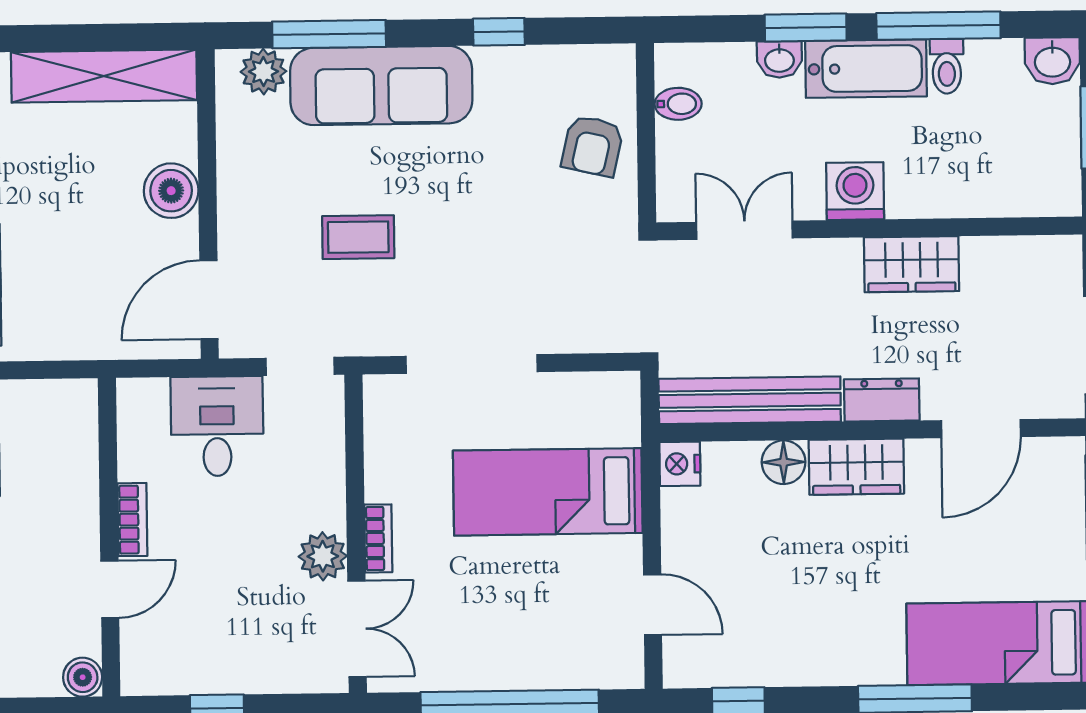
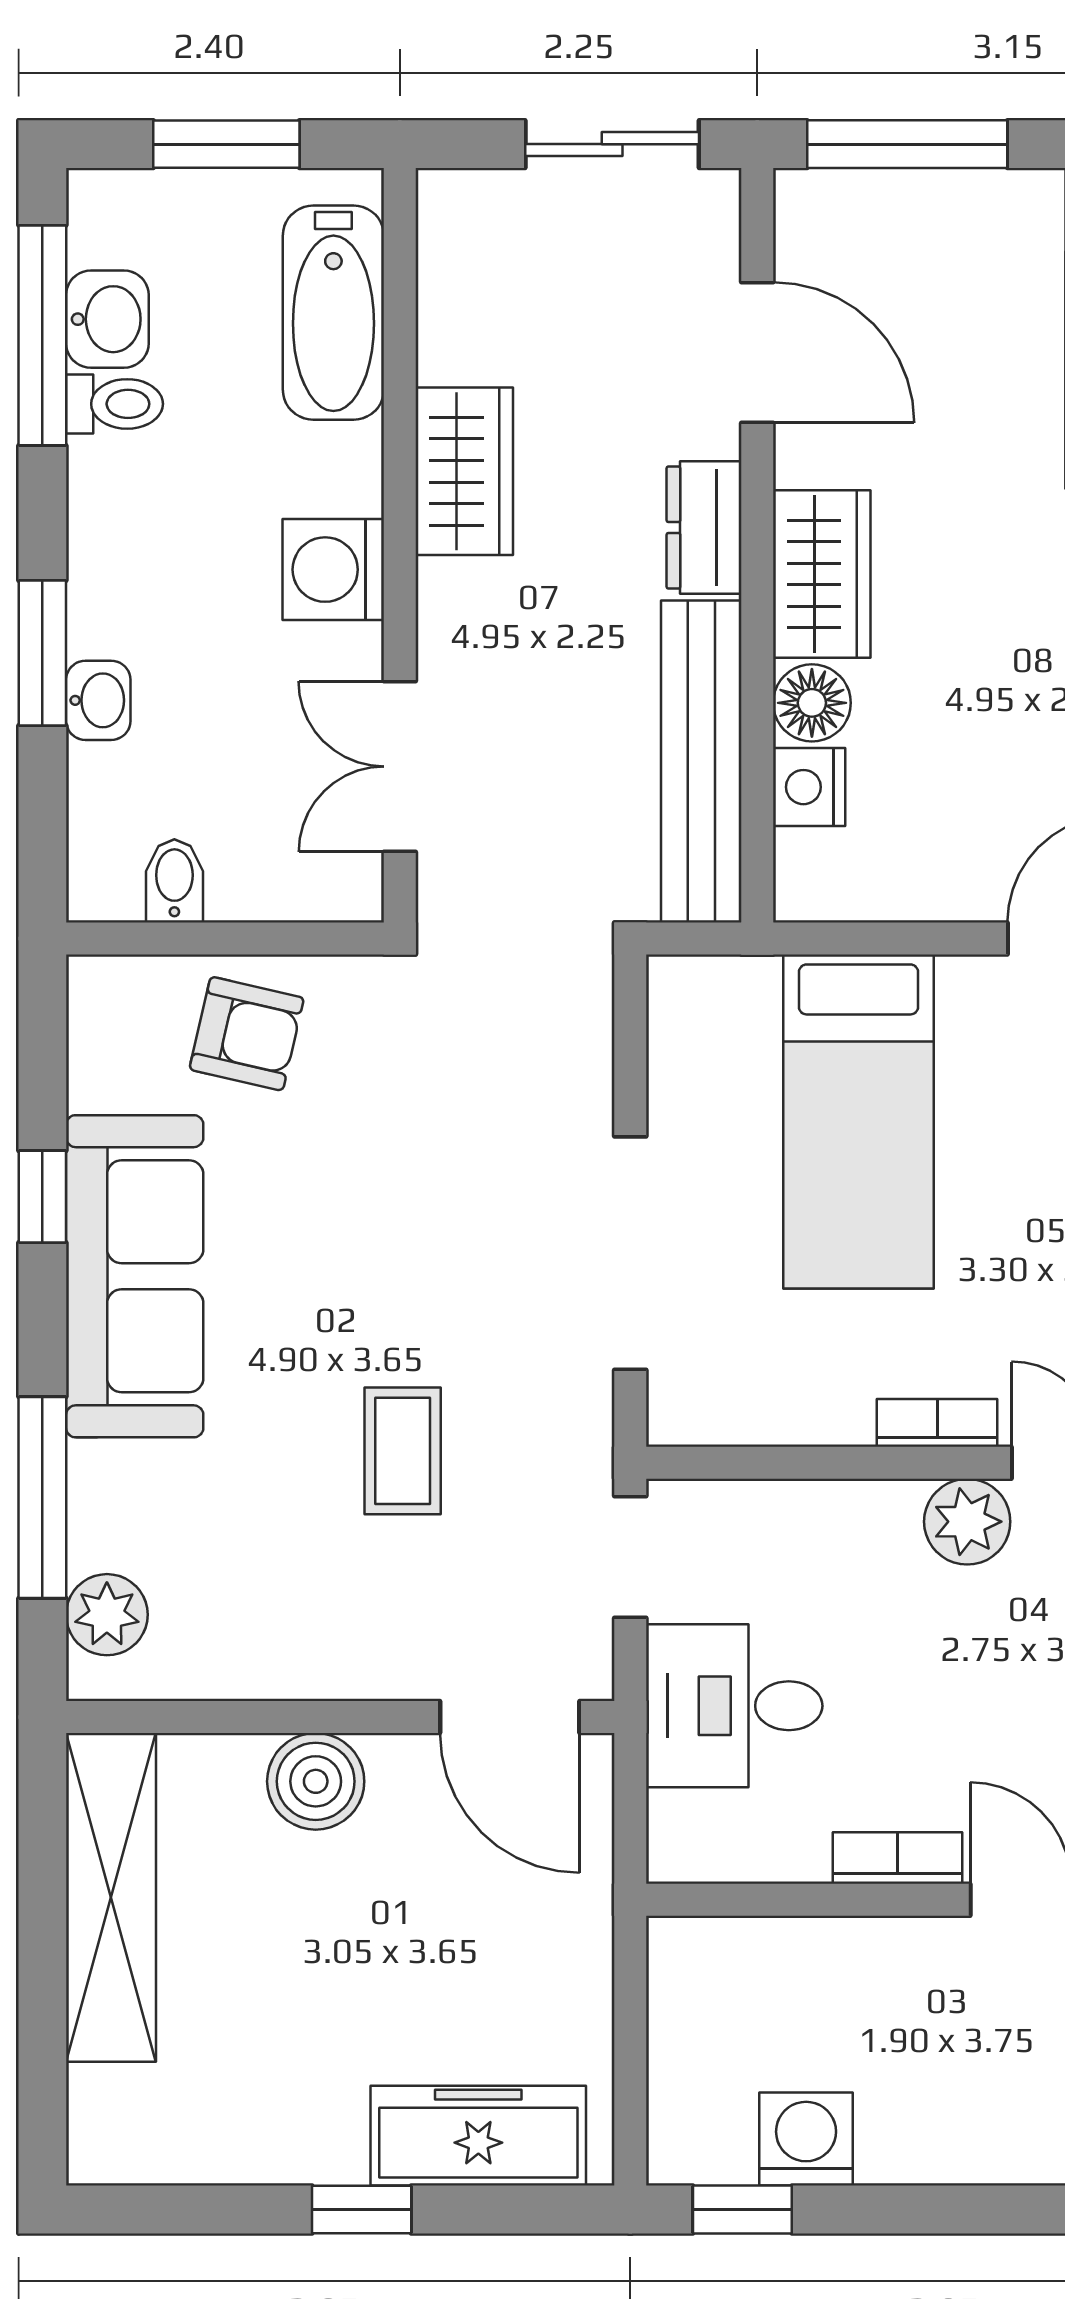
window: (938, 26) -> (42, 335), moved
washbasin: (1052, 61) -> (107, 319), moved
bathtub: (866, 69) -> (333, 313), moved, turned 180
sofa: (381, 86) -> (135, 1276), moved
nightstand: (680, 464) -> (809, 787), moved, turned 90

